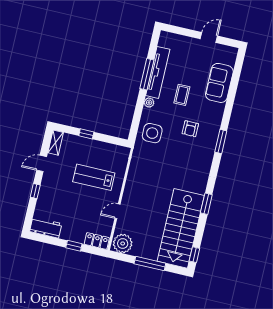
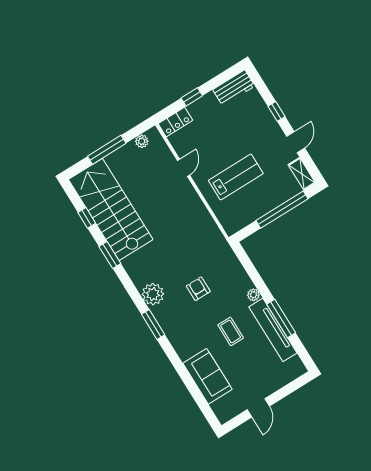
armchair: (190, 129) -> (198, 289), moved
side table: (152, 133) -> (223, 270), removed
window: (86, 134) -> (282, 210), width x3.17
plant: (204, 158) -> (153, 294), added
plant: (123, 243) -> (142, 141), width x0.53, depth x0.53
window: (194, 255) -> (87, 218), moved

